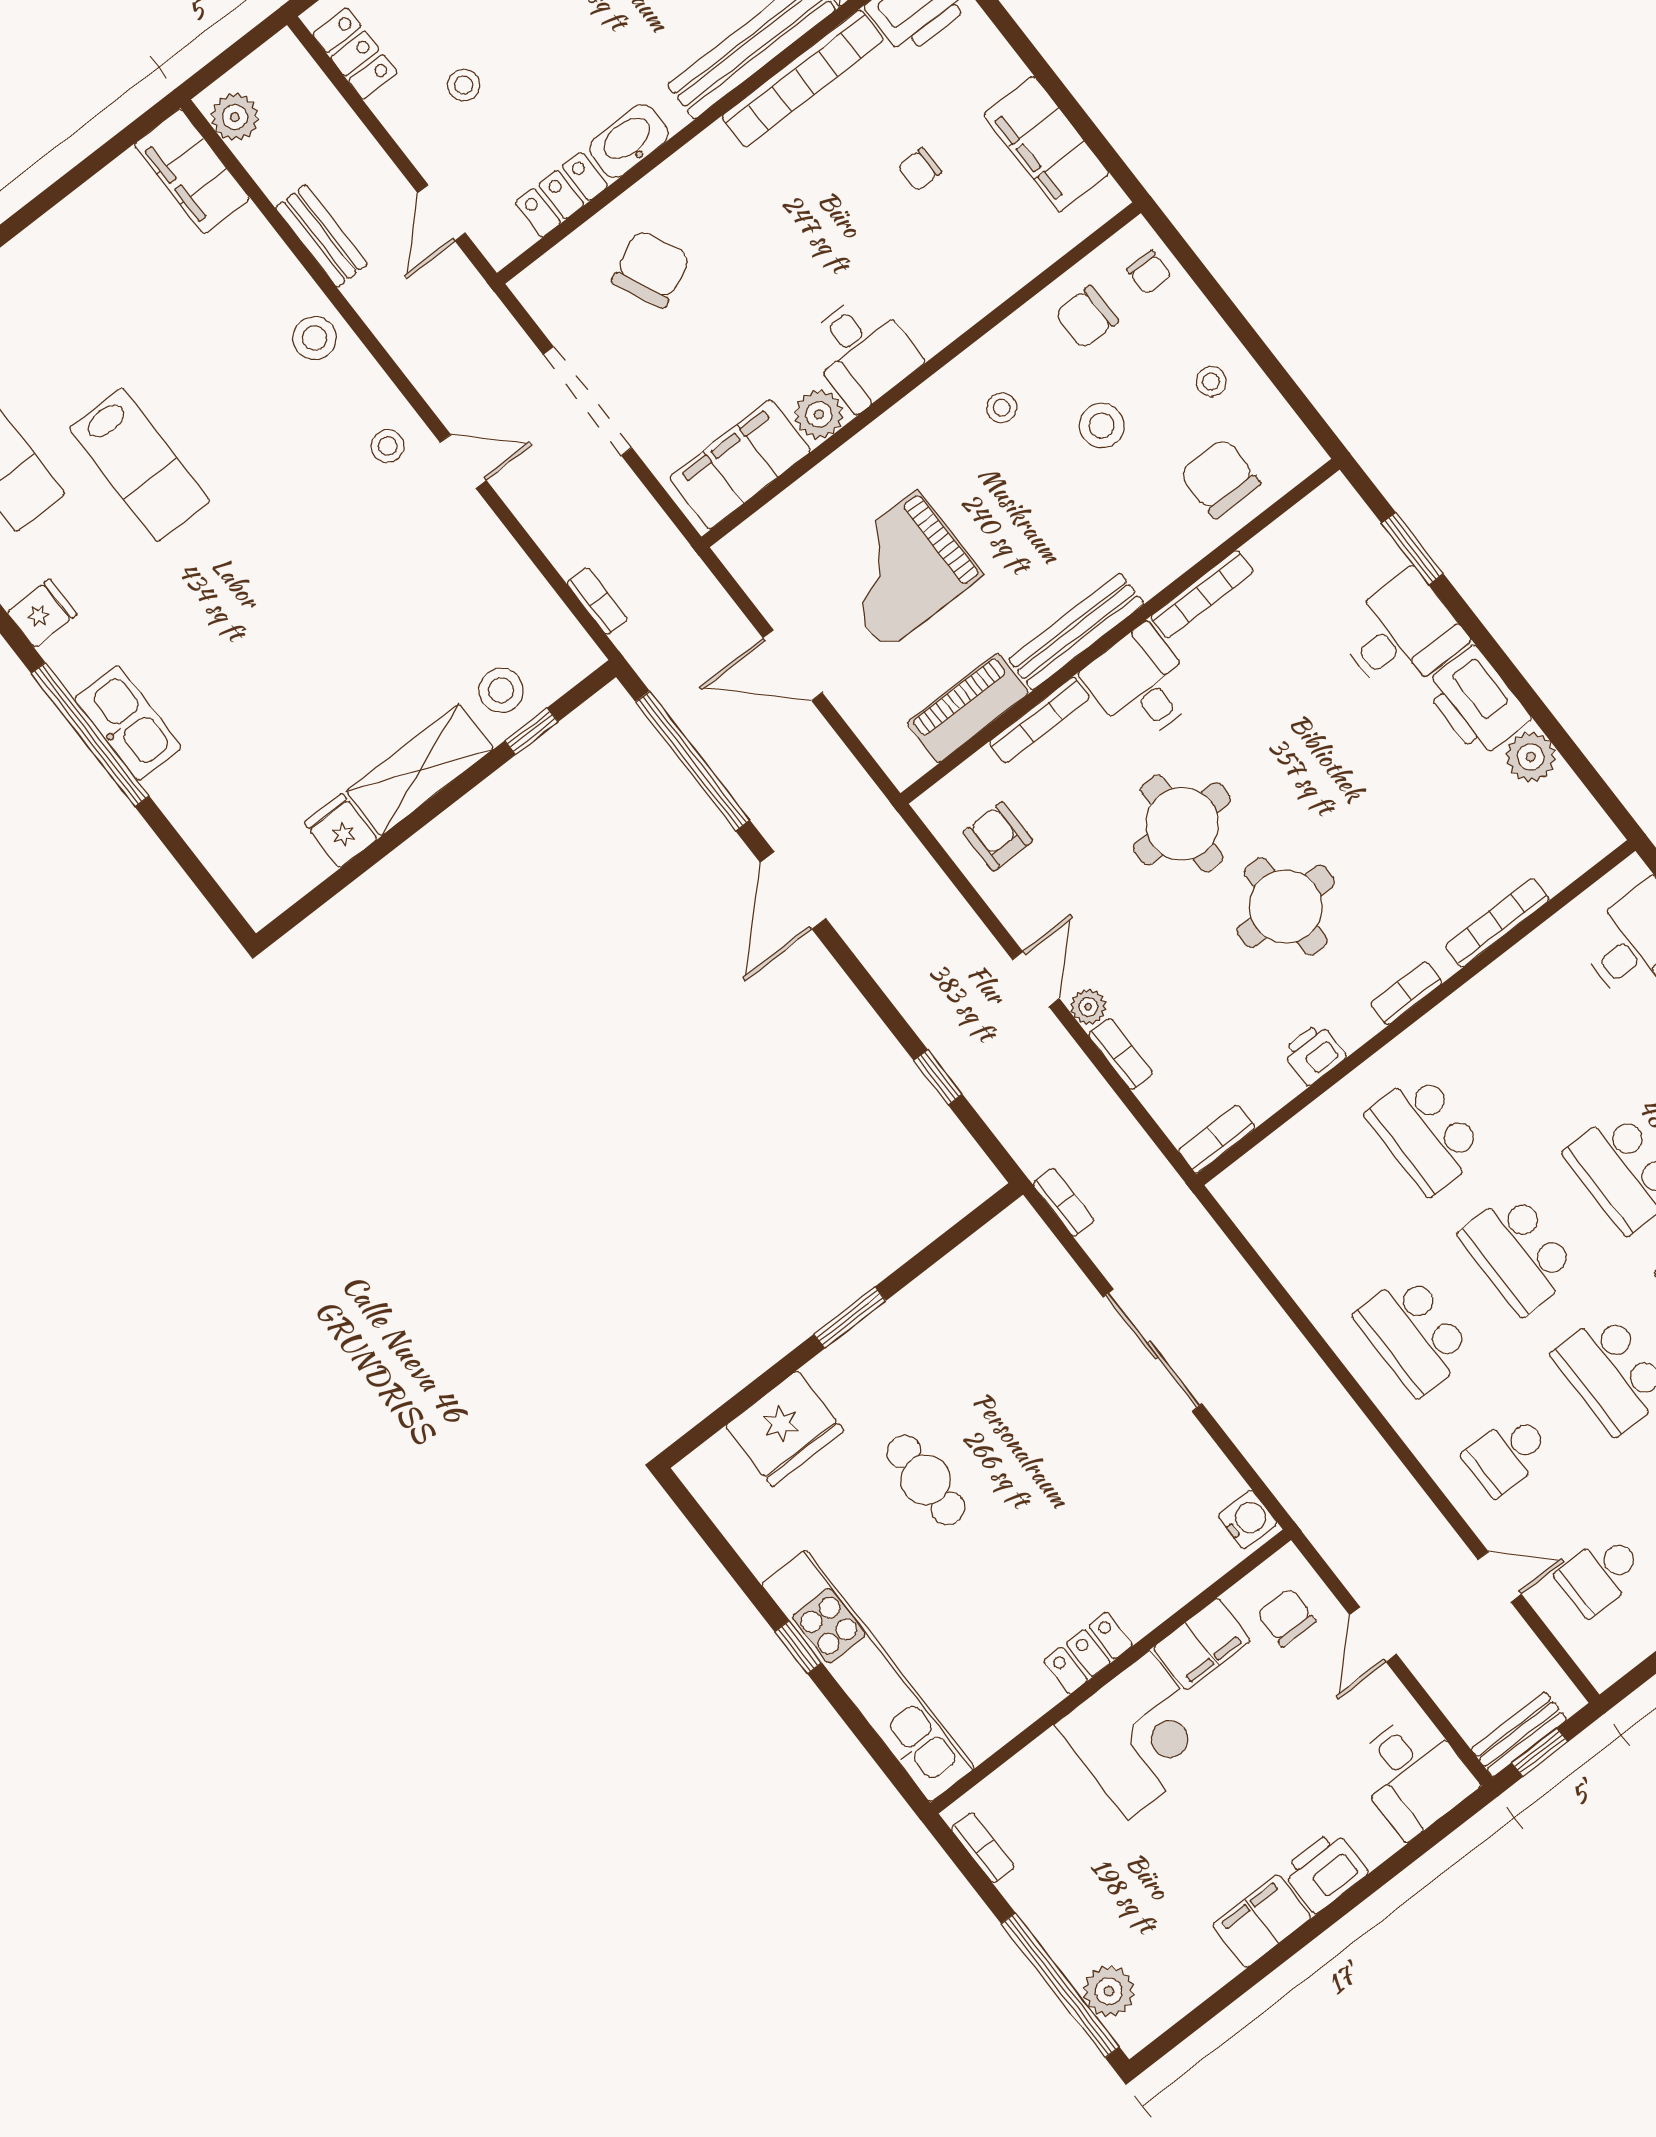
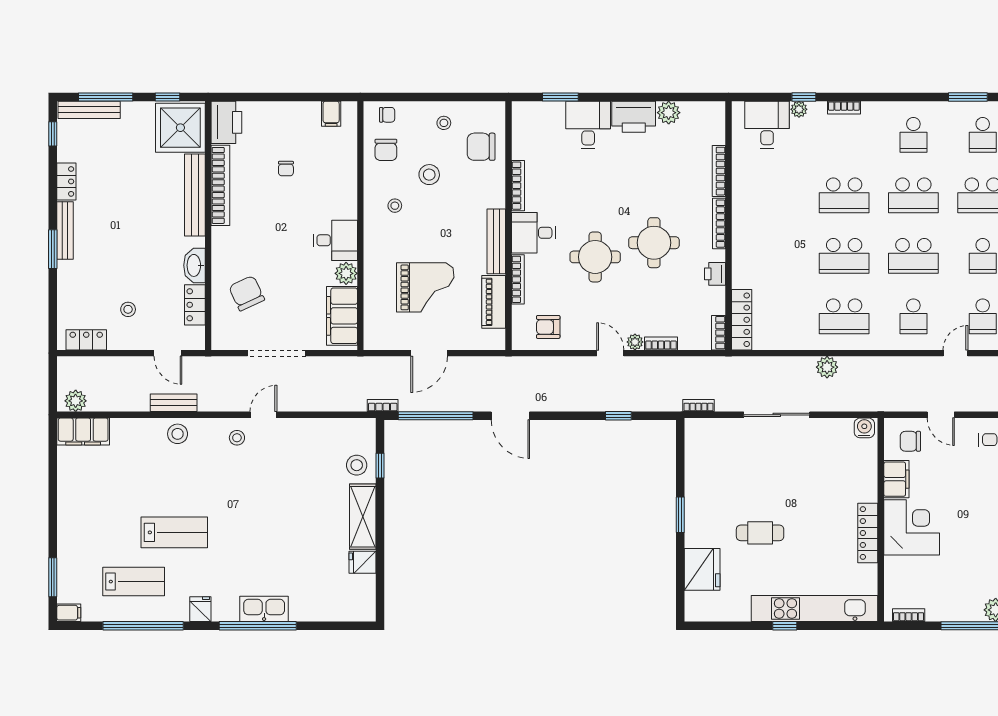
filing cabinet: (1046, 144) -> (331, 114), width x0.33, depth x0.86
bench: (321, 236) -> (174, 403), moved
grand piano: (901, 570) -> (425, 287), turned -90
bookcase: (597, 601) -> (383, 406), moved
bookcase: (1406, 993) -> (719, 224), width x1.56
school desk: (1425, 1133) -> (775, 256), removed
locker: (1270, 1162) -> (742, 320), added
plant: (1303, 1373) -> (827, 367), added
locker: (1088, 1653) -> (868, 533), width x1.53

